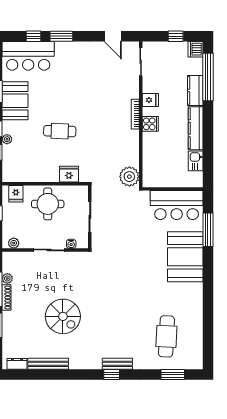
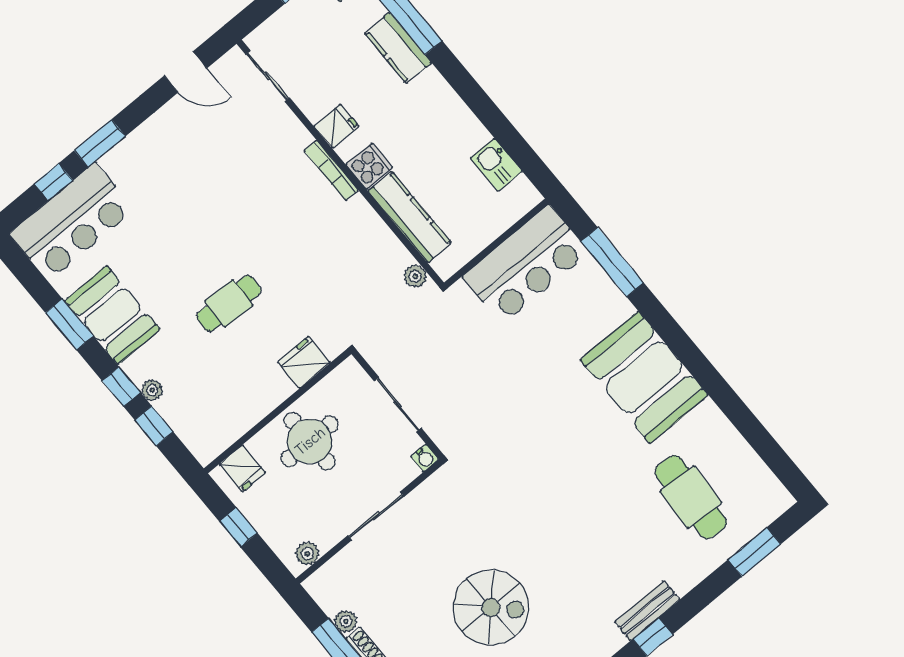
kitchen counter: (196, 128) -> (410, 217), moved, turned 180
plant: (129, 177) -> (415, 276), width x0.53, depth x0.53
water cooler: (71, 244) -> (425, 458), moved
booth: (185, 257) -> (644, 377), moved

